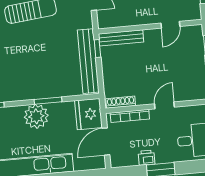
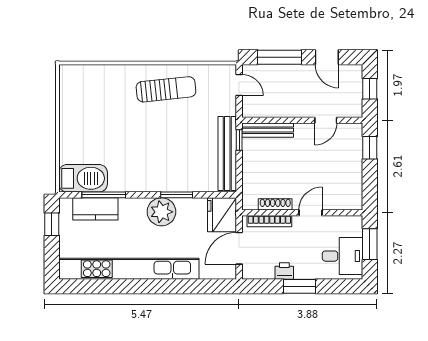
shoe rack: (121, 102) -> (275, 204), moved

